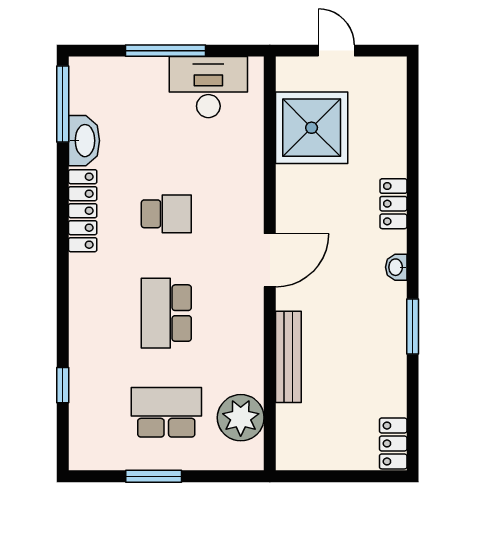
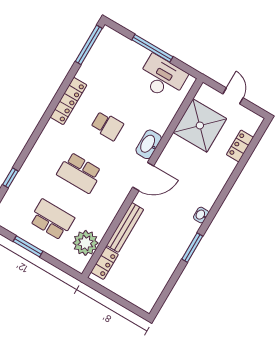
washbasin: (84, 141) -> (149, 144), moved, turned 180
locker: (393, 204) -> (240, 146), moved
school desk: (166, 313) -> (79, 173), turned -90
locker: (393, 443) -> (105, 263), moved, turned 180

